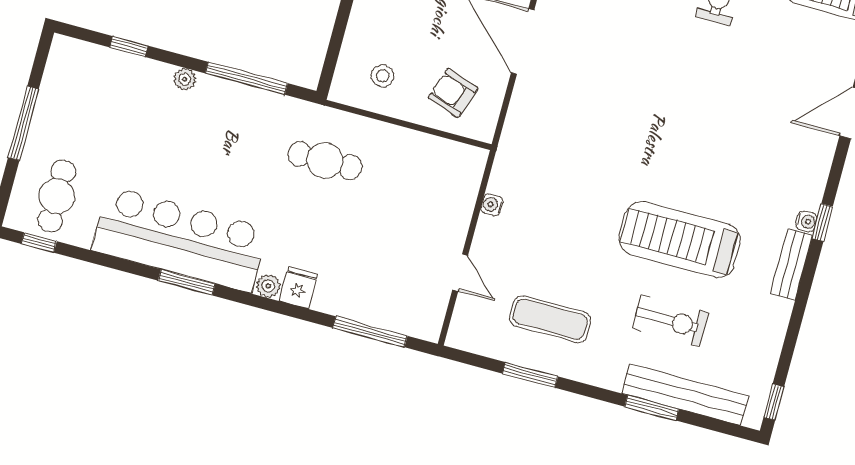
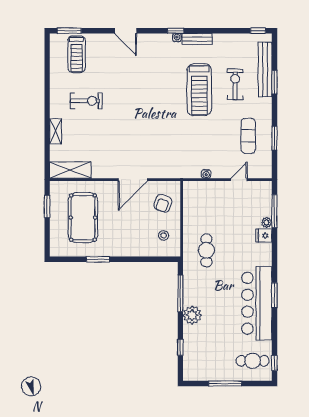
plant: (185, 79) -> (192, 315), width x1.88, depth x1.88
plant: (268, 286) -> (267, 223), moved
fridge: (298, 288) -> (264, 235), moved

